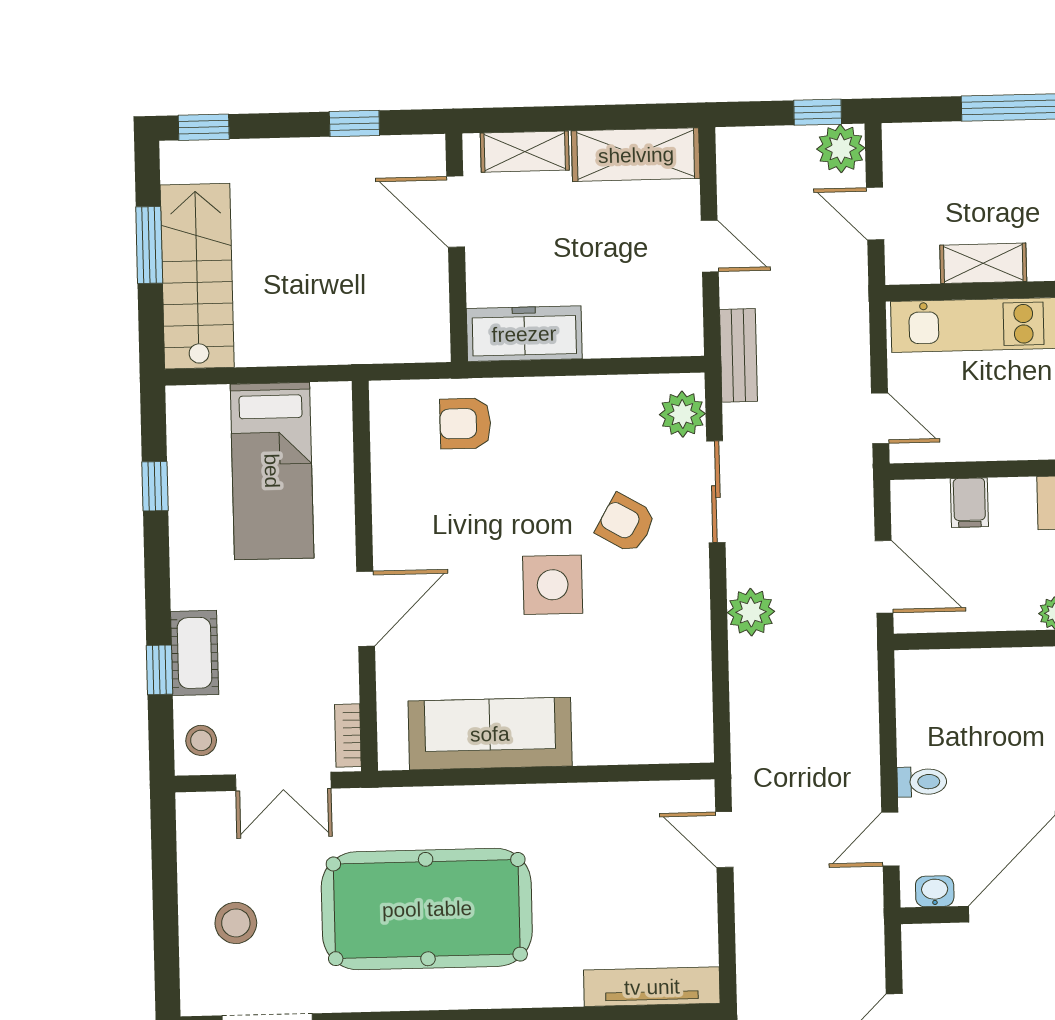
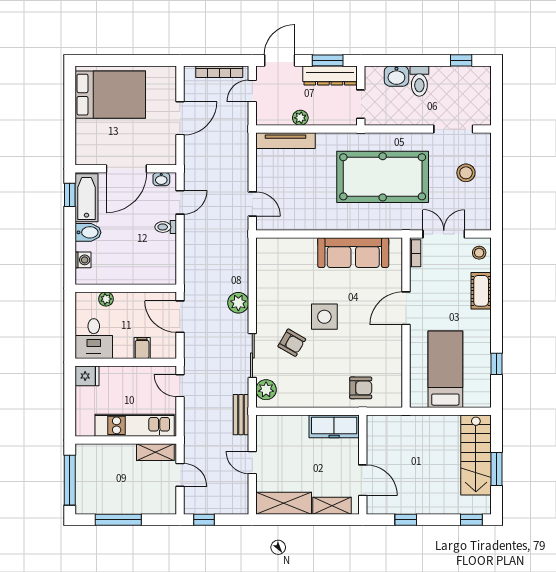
plant: (841, 148) -> (194, 504), removed
shelving: (983, 263) -> (155, 452), moved
window: (160, 670) -> (496, 284), removed

